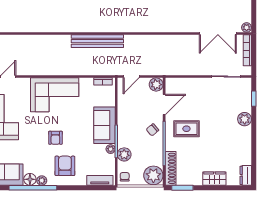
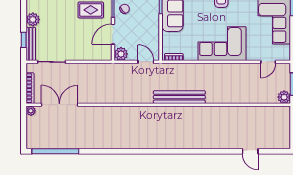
door: (131, 77) -> (146, 62), hinge flipped
bench: (247, 95) -> (31, 44), added

